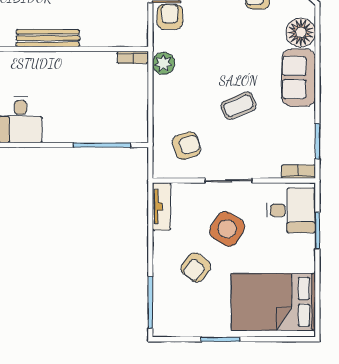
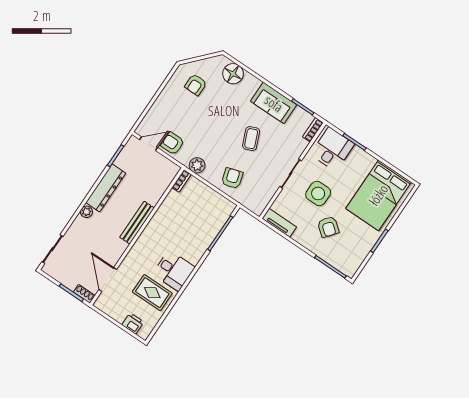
sofa: (299, 78) -> (274, 103), moved
armchair: (186, 146) -> (232, 178), moved
side table: (227, 229) -> (318, 193), turned -32

